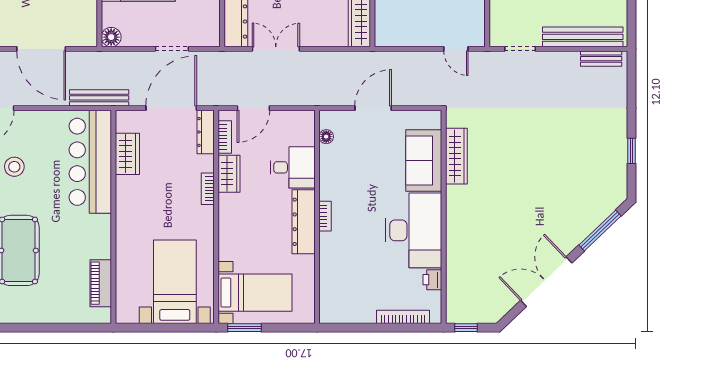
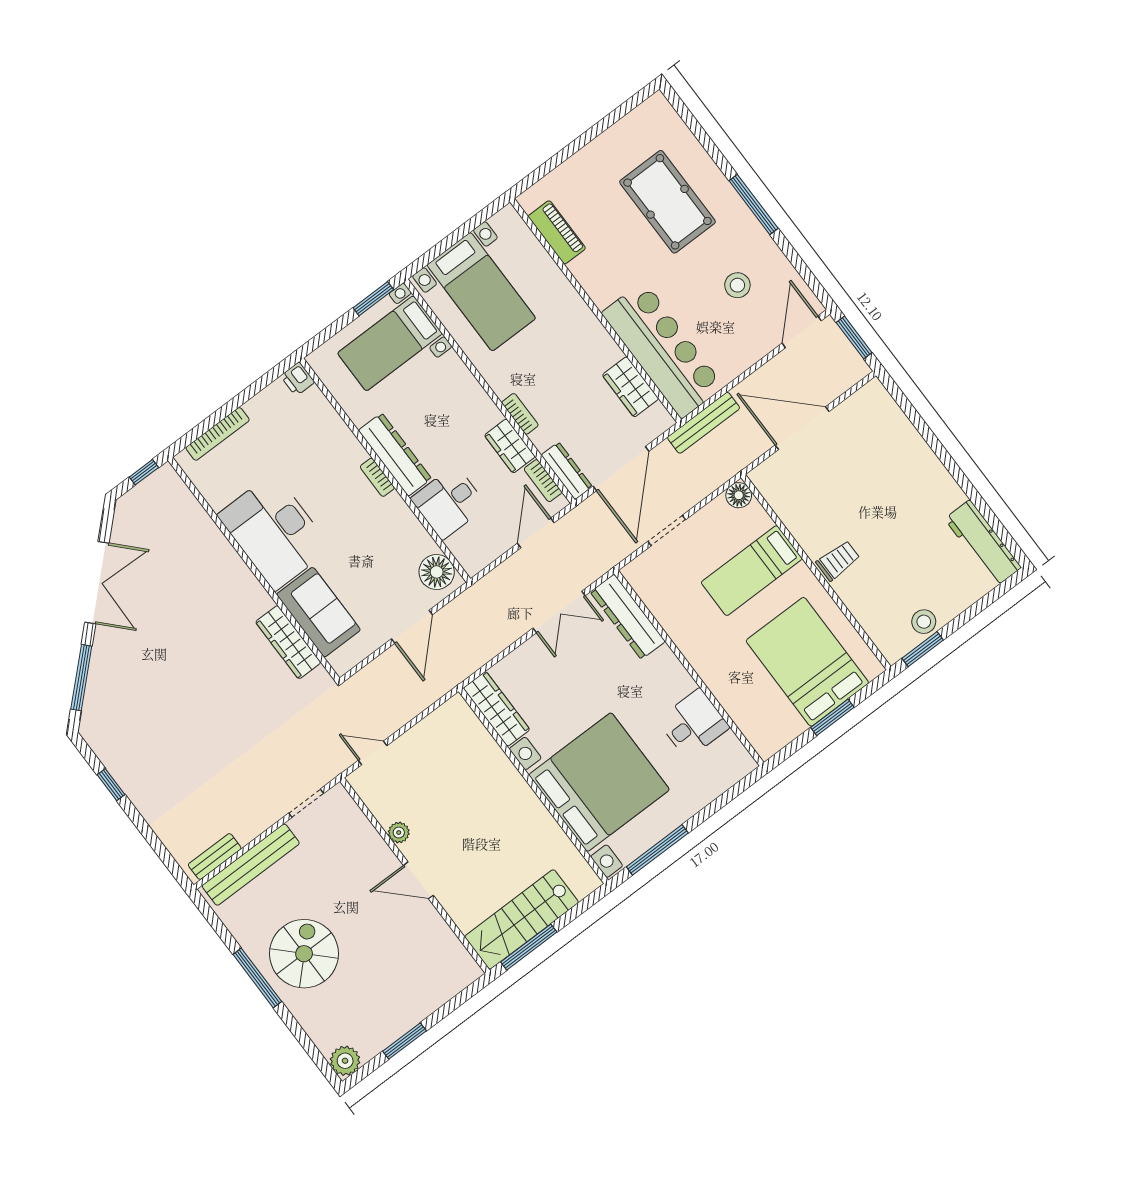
floor lamp: (326, 137) -> (437, 572), width x1.89, depth x1.89
printer: (432, 280) -> (298, 379), moved, turned 180

